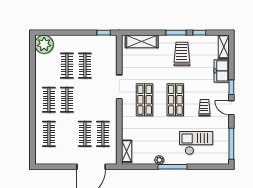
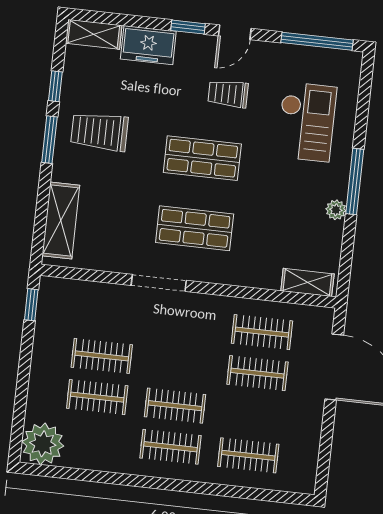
checkout: (196, 143) -> (307, 122), turned 180

